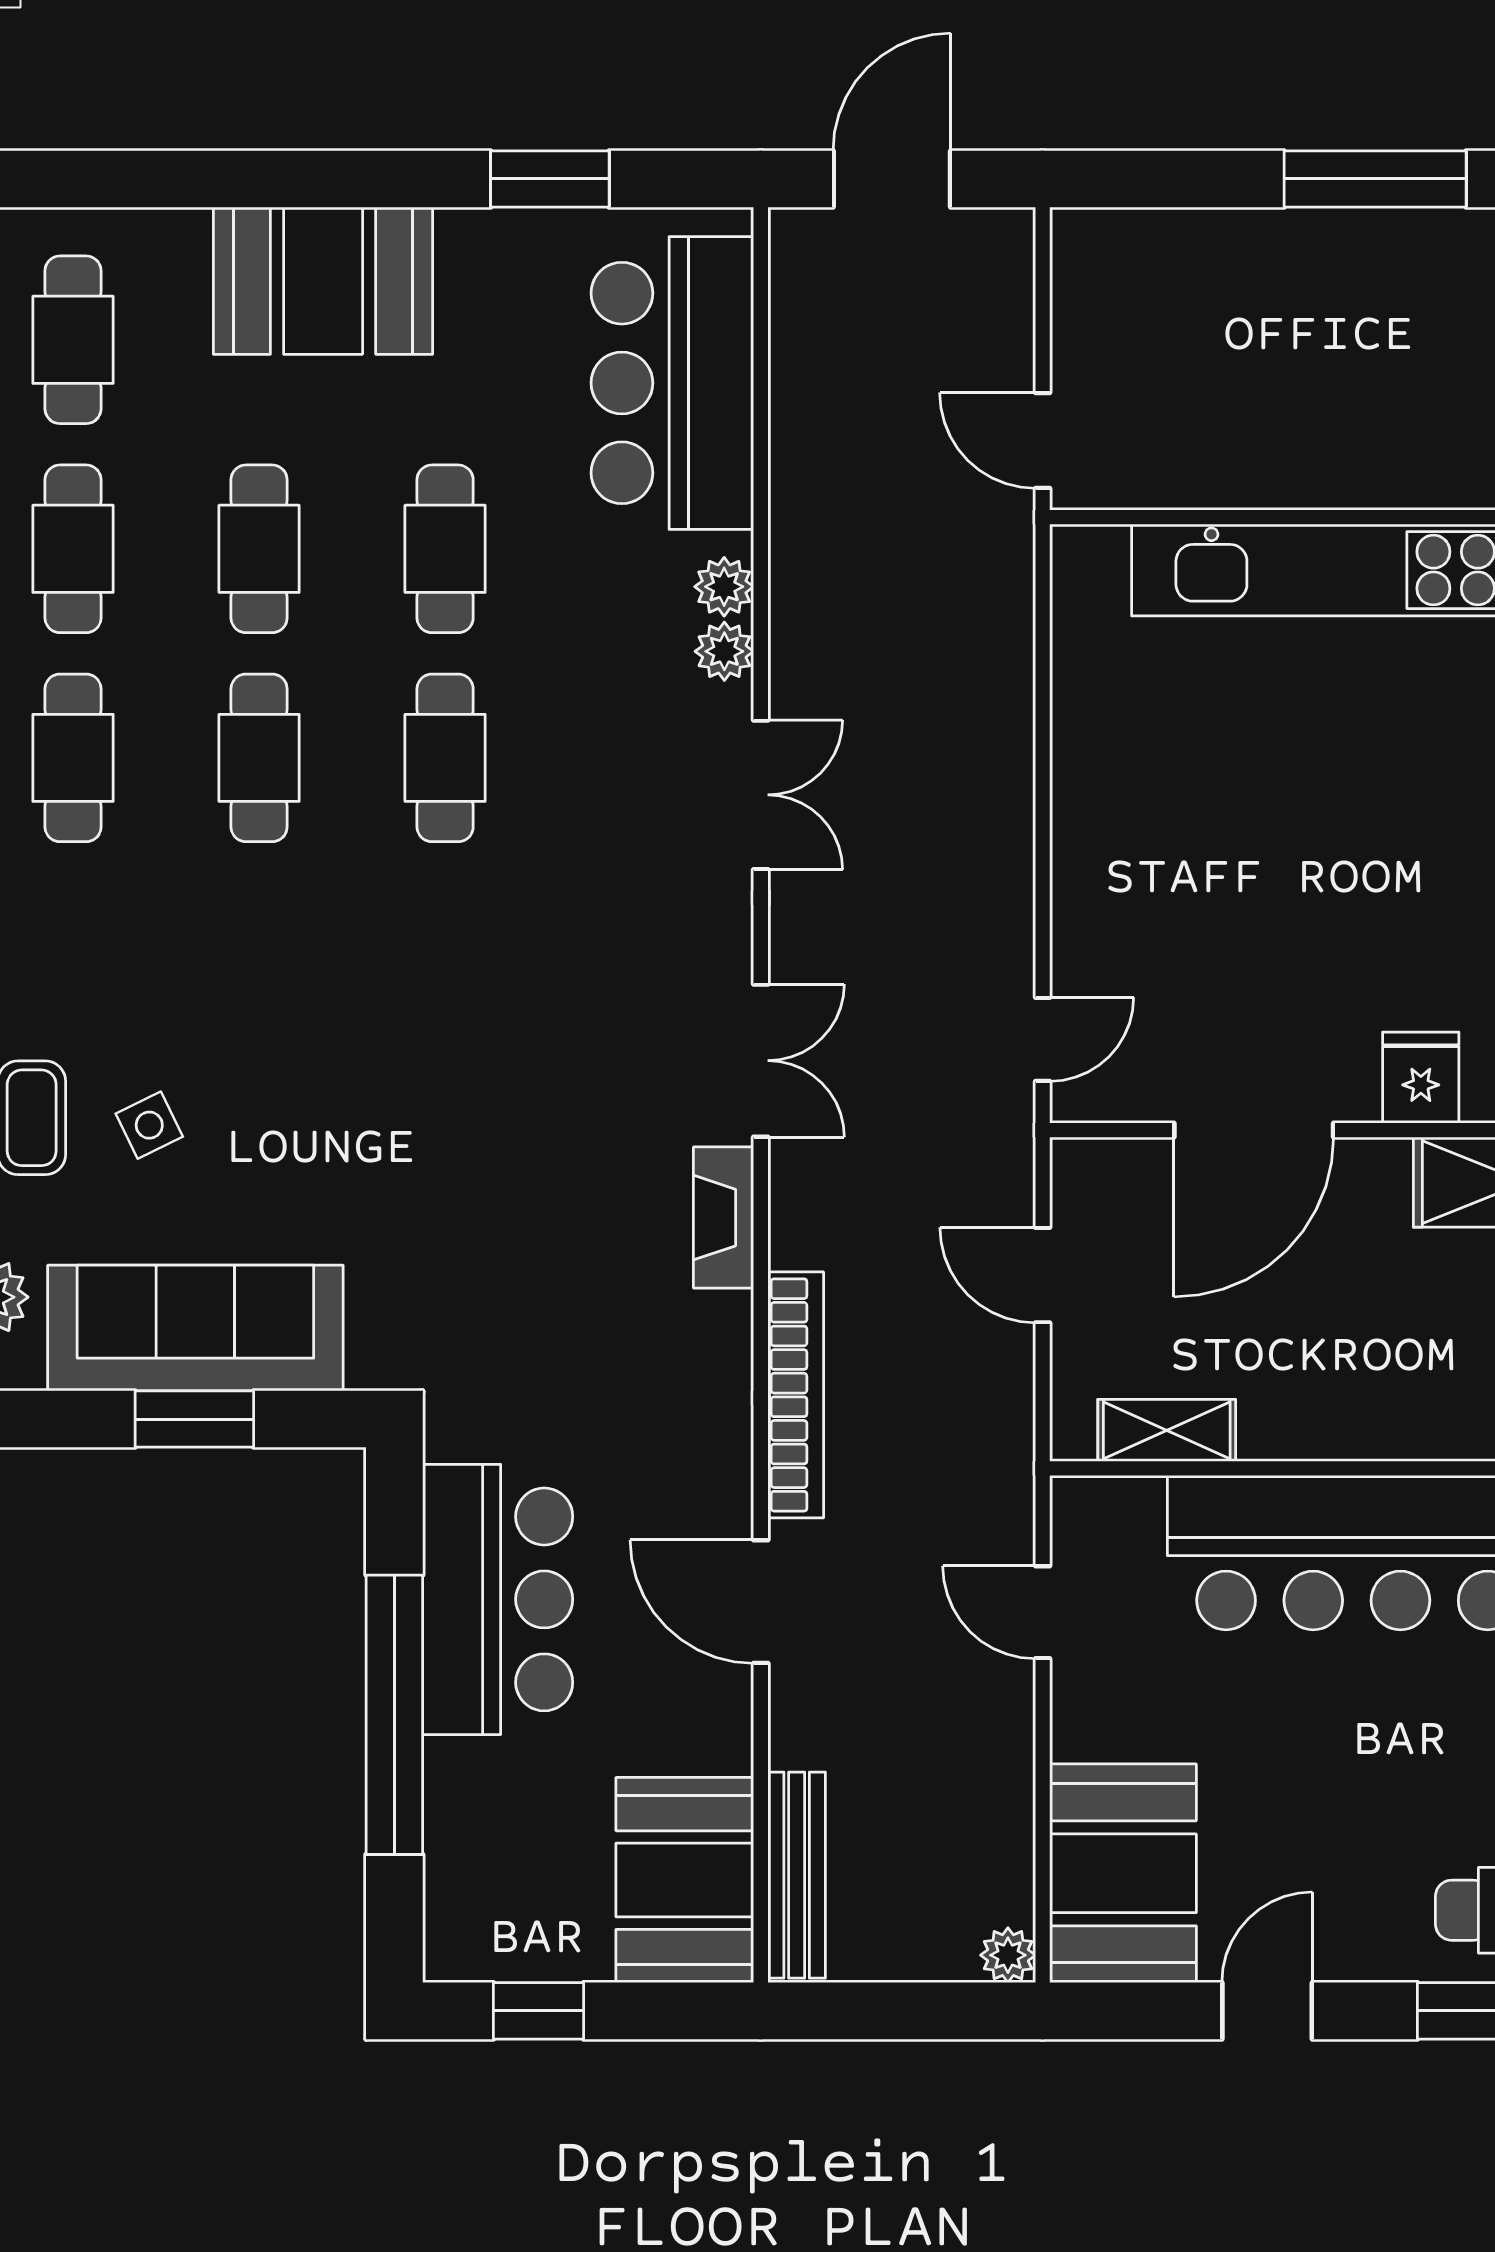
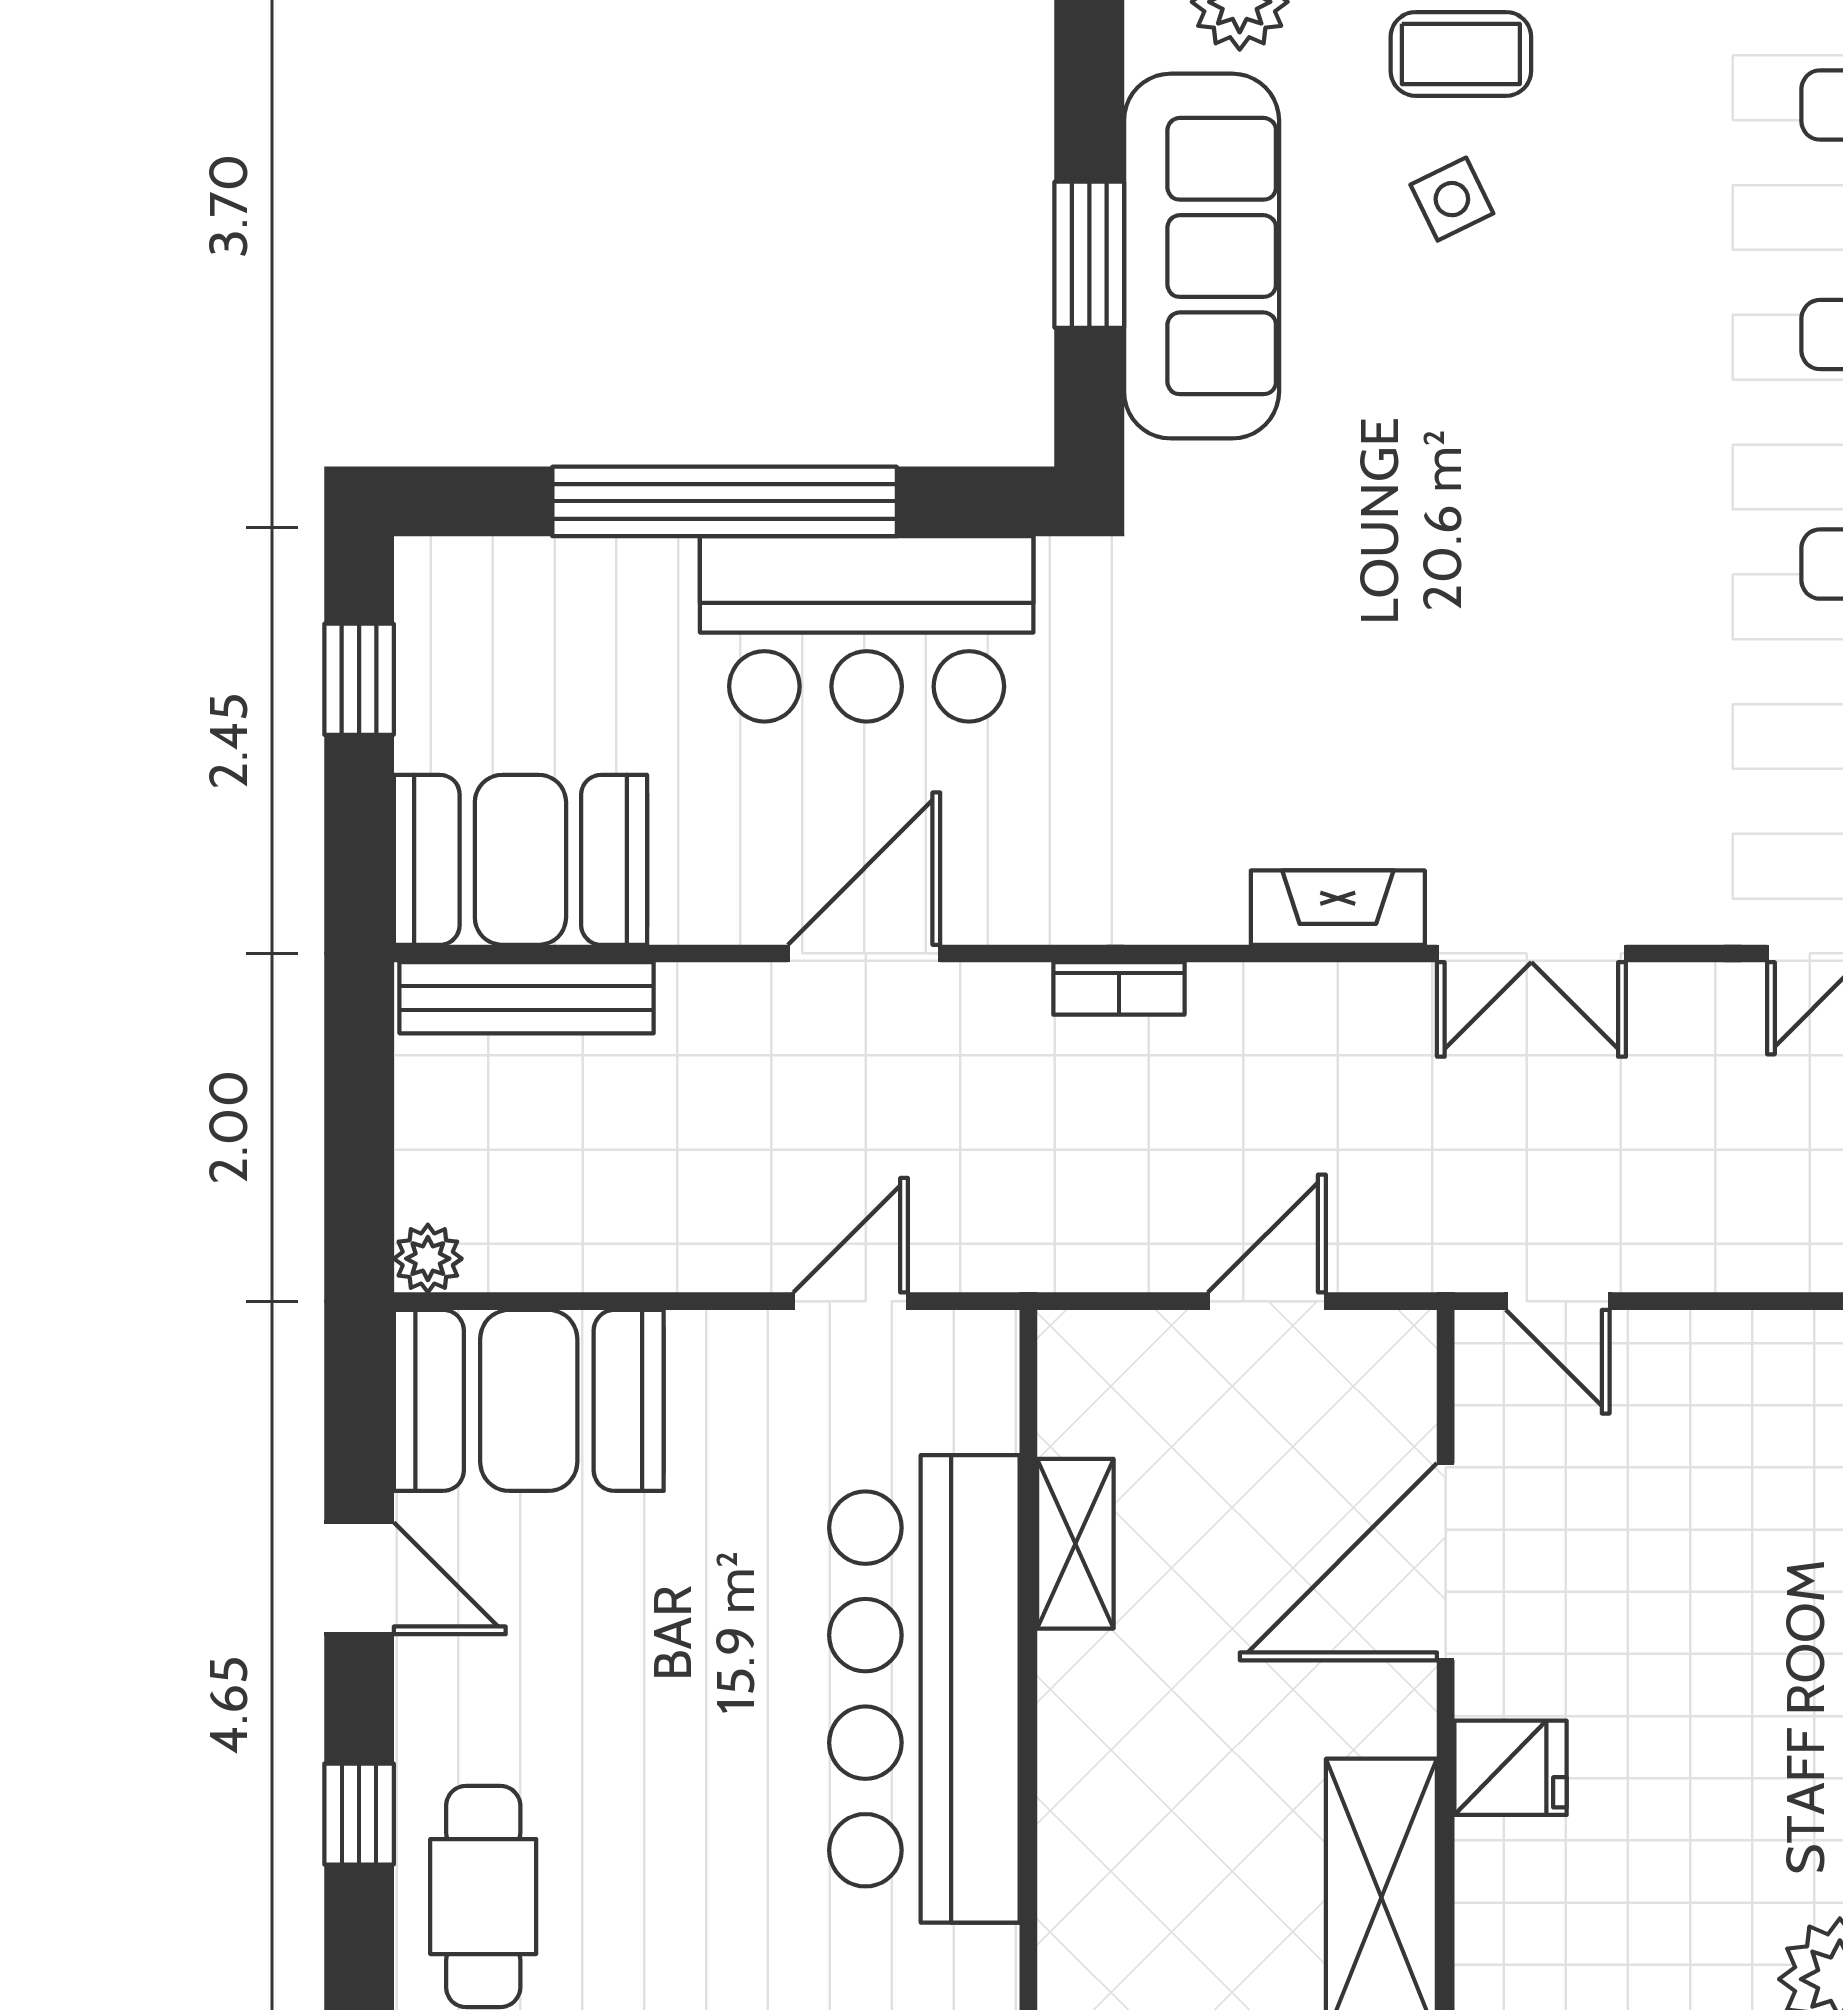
door: (1254, 1130) -> (1446, 1562), hinge flipped
bookcase: (796, 1395) -> (1119, 988), width x0.43, depth x0.76
shelving: (1167, 1430) -> (1075, 1544), moved

